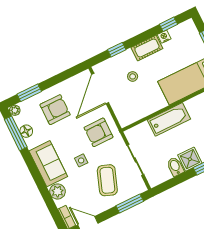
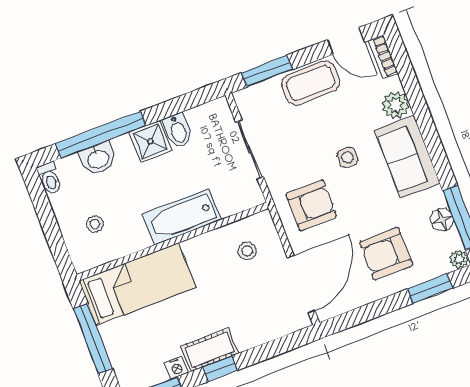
window: (117, 50) -> (220, 369), moved
stool: (133, 76) -> (247, 251), moved
coffee table: (107, 180) -> (311, 83), moved, turned 70

